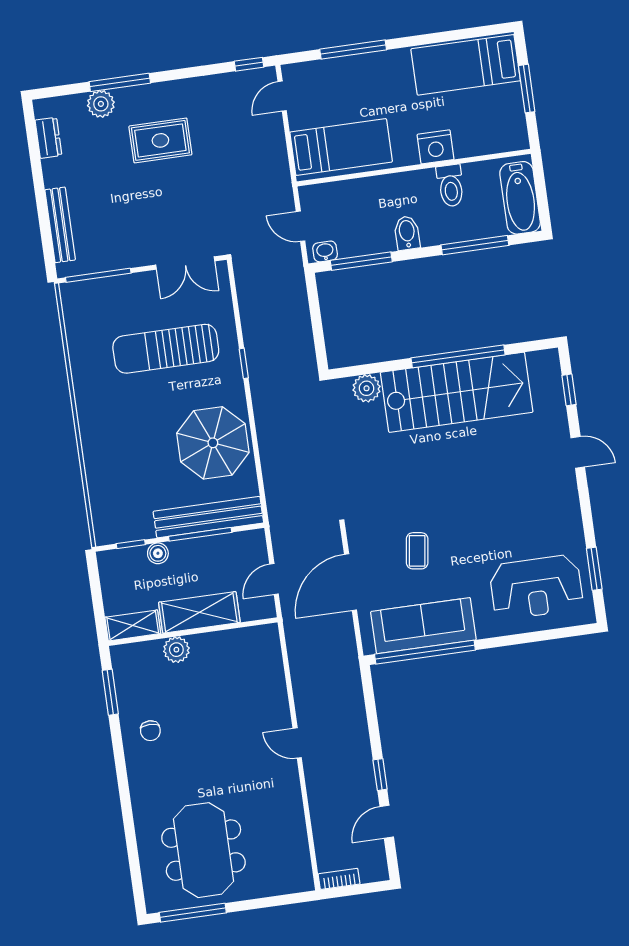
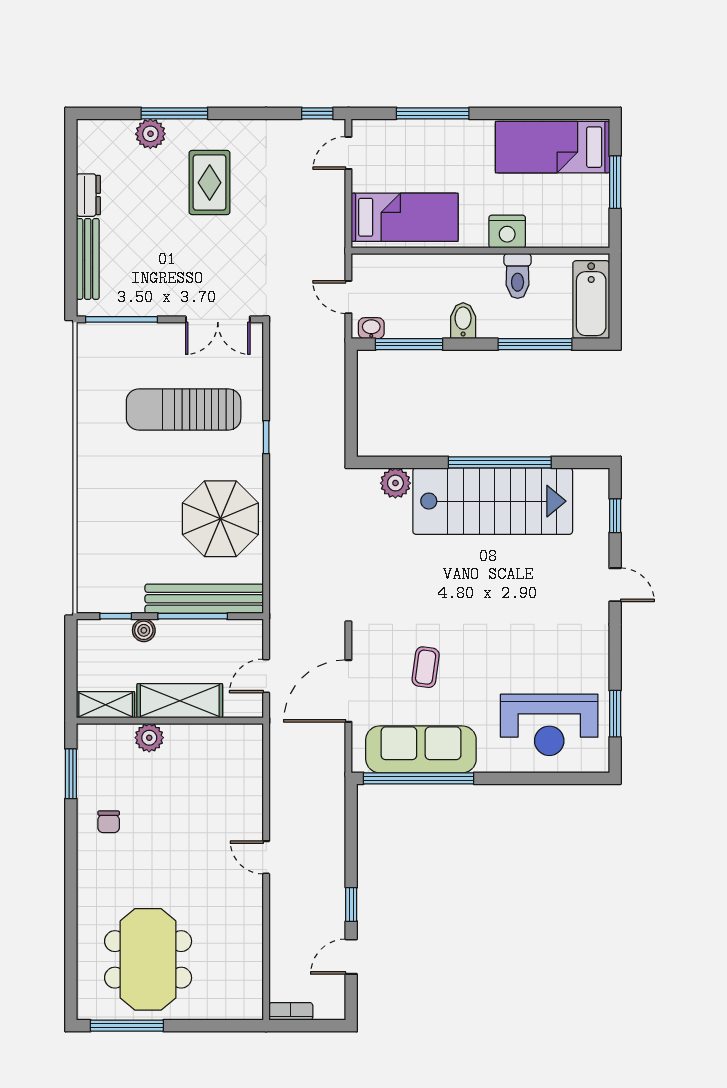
dresser: (48, 138) -> (88, 195), moved
rug: (160, 140) -> (210, 183), turned 90

